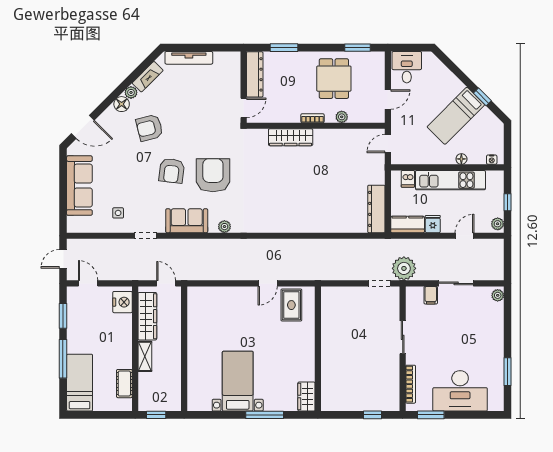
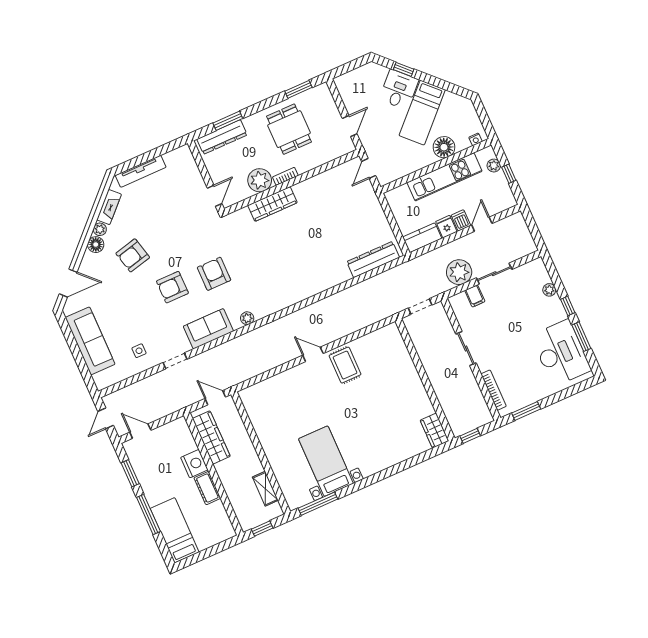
desk: (407, 67) -> (399, 90), moved, turned 45
dresser: (255, 74) -> (222, 137), moved, turned 90
window: (482, 97) -> (404, 69), moved
plant: (342, 117) -> (260, 180), moved, width x1.87, depth x1.87
floor lamp: (461, 159) -> (444, 147), width x1.89, depth x1.89
armchair: (172, 171) -> (172, 287), turned 83
armchair: (213, 175) -> (214, 274), width x0.73, depth x0.73
dishwasher: (408, 179) -> (461, 220), moved, turned 180
dresser: (376, 209) -> (373, 259), moved, turned 90
plant: (498, 224) -> (494, 166), moved
plant: (404, 268) -> (459, 272), moved
door: (268, 283) -> (313, 354), swing flipped
plant: (498, 295) -> (549, 290), moved
nightstand: (122, 302) -> (194, 464), moved
window: (507, 340) -> (568, 306), added
wall: (318, 349) -> (425, 380), moved
shelving: (145, 356) -> (265, 489), moved
cot: (124, 384) -> (207, 488), moved
desk: (460, 391) -> (561, 353), moved, turned -90
wardrobe: (306, 397) -> (434, 431), moved
window: (265, 415) -> (318, 504), moved

